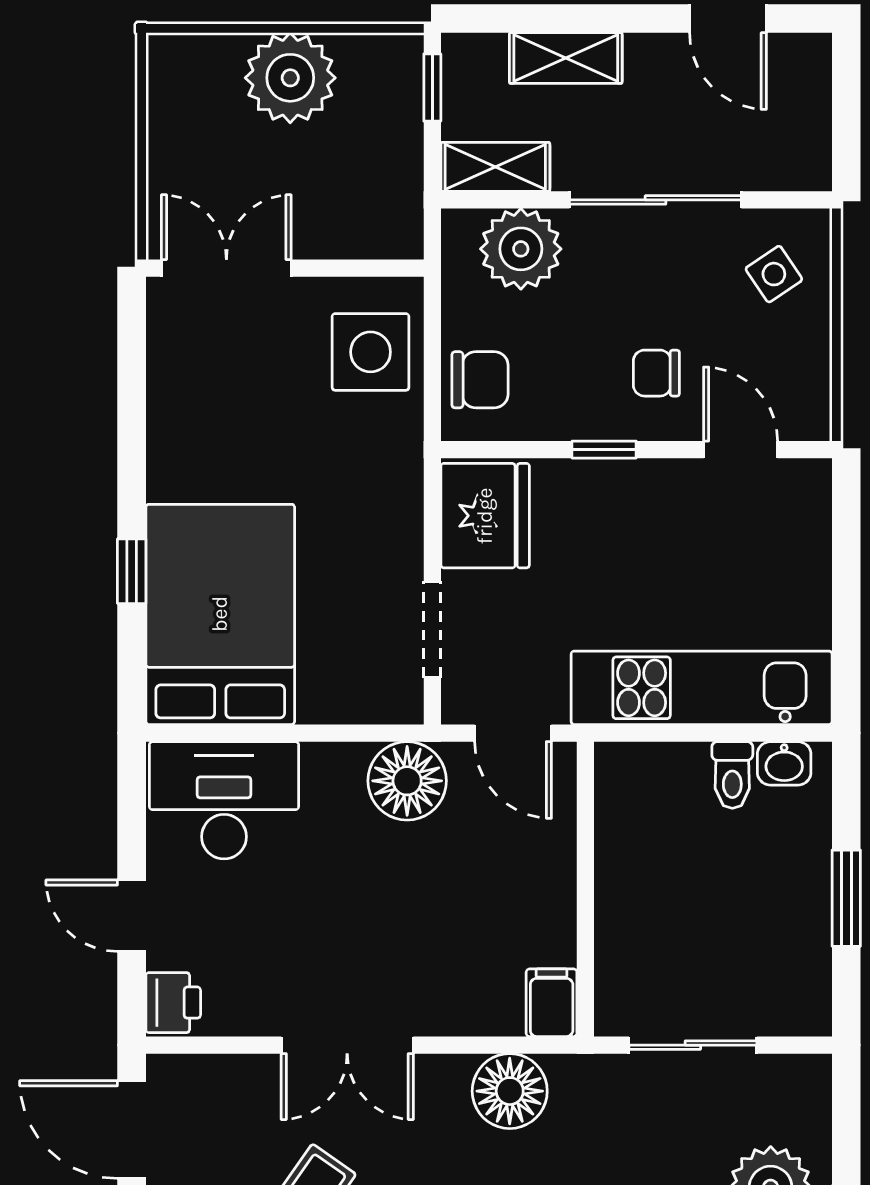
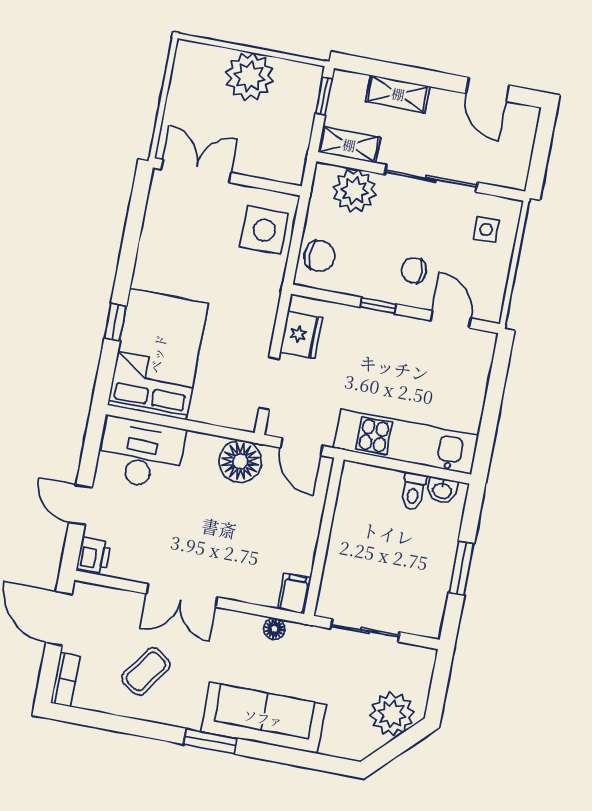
side table: (774, 274) -> (486, 230), turned 32
fridge: (485, 516) -> (301, 335), width x0.73, depth x0.75
floor lamp: (510, 1091) -> (274, 629), width x0.53, depth x0.53

